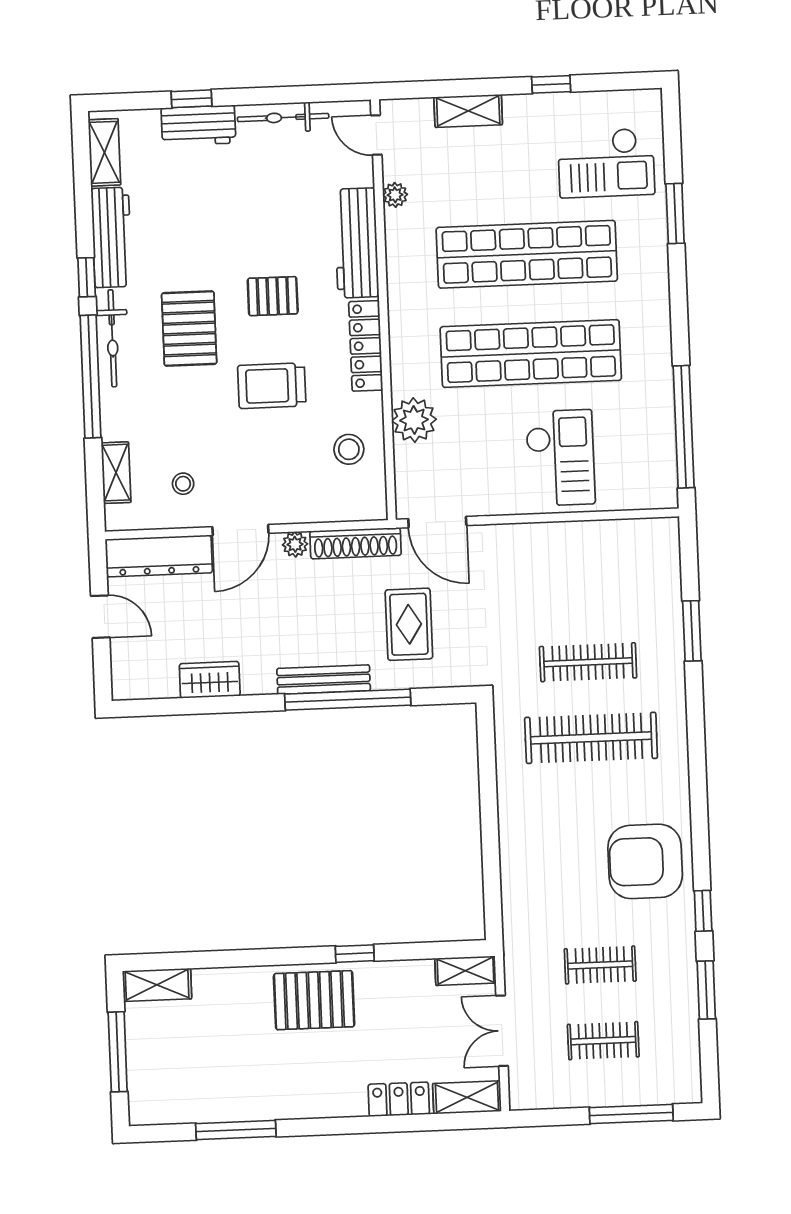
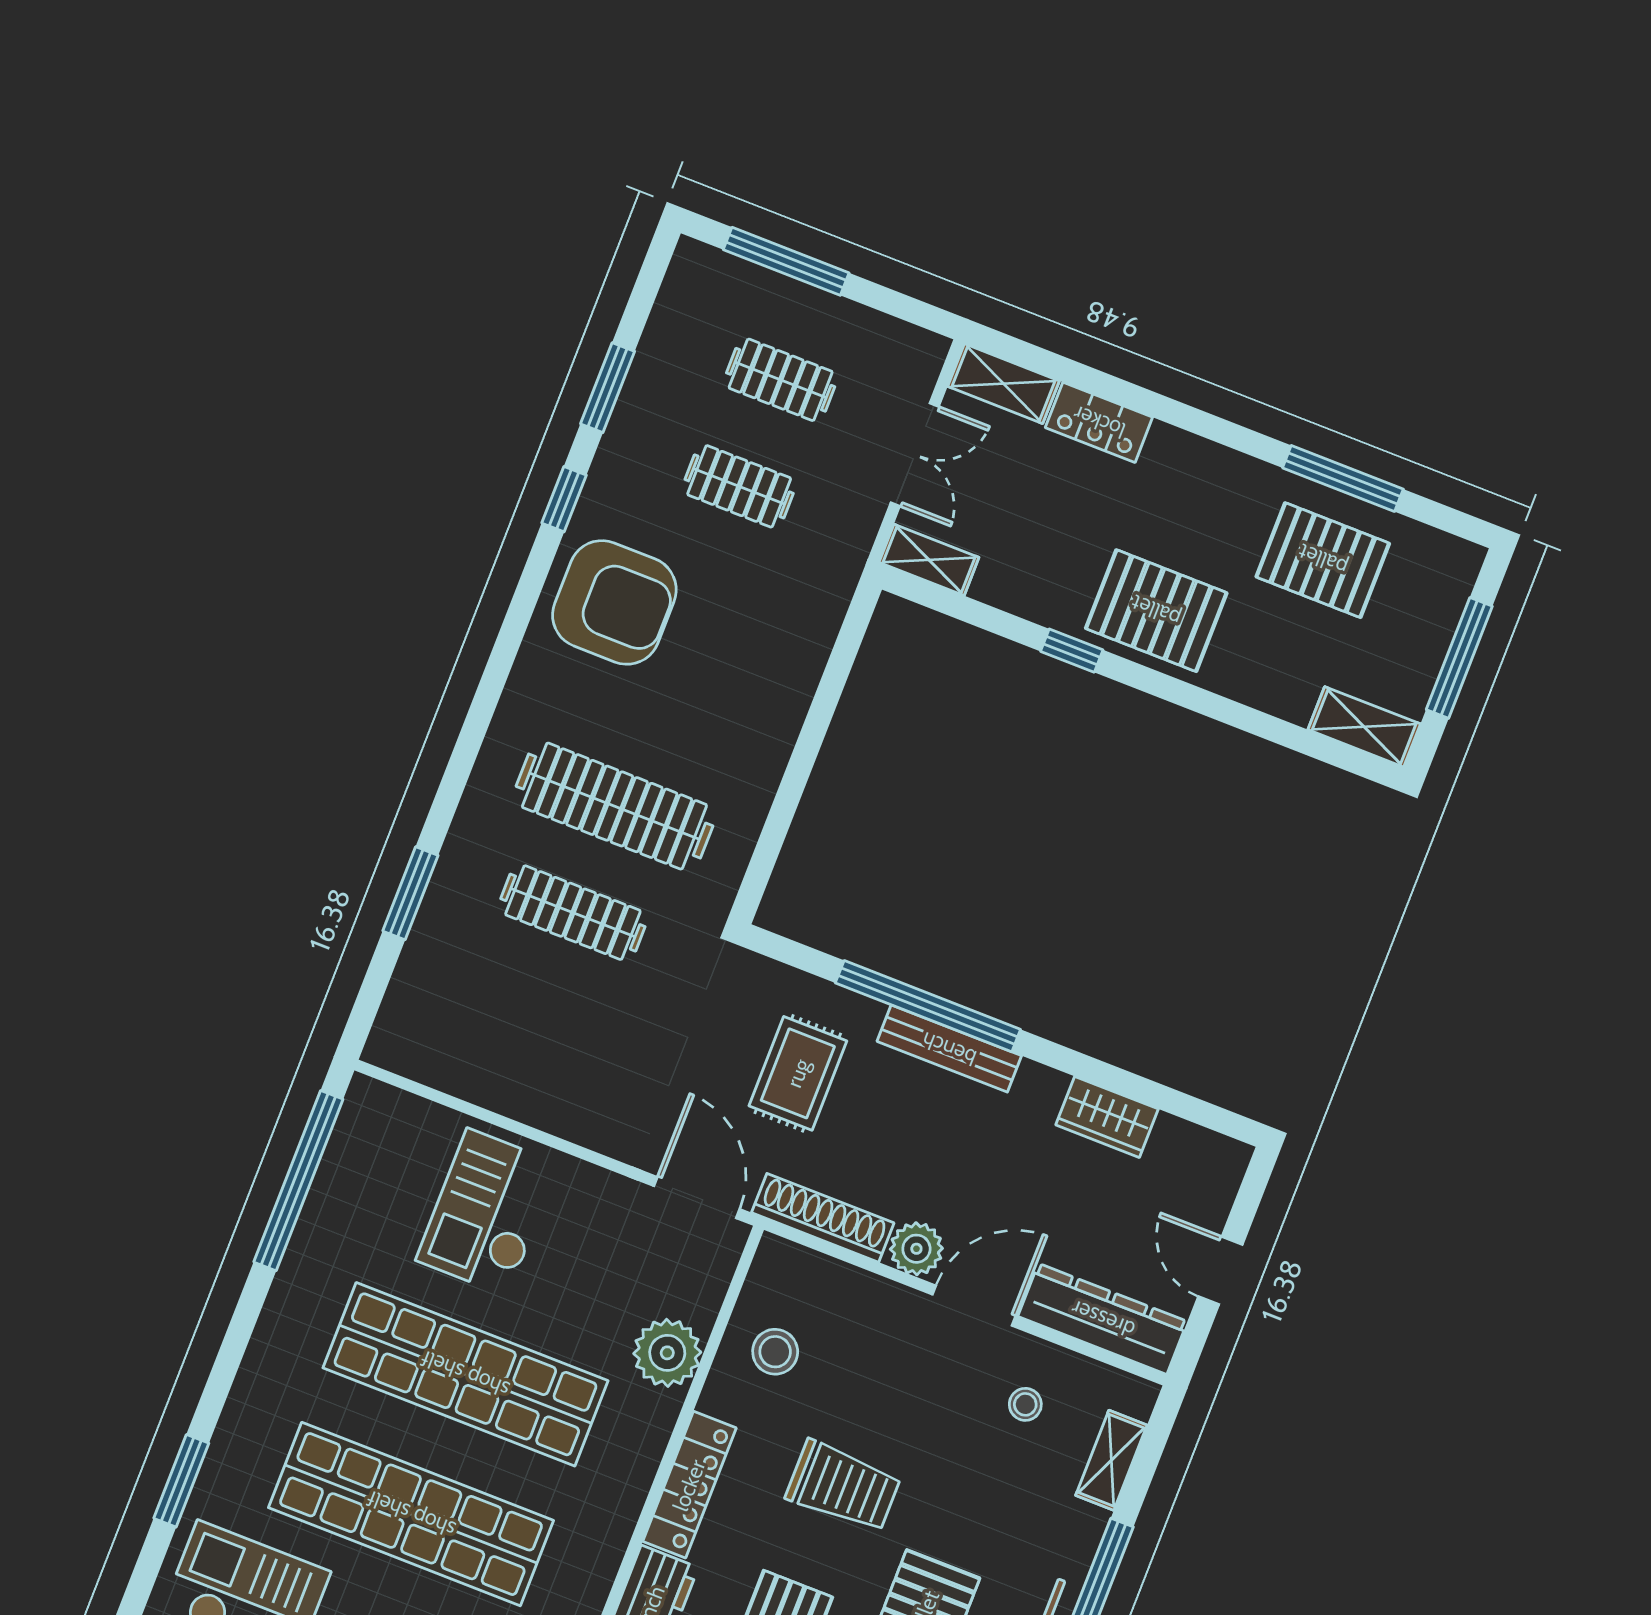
plant: (295, 544) -> (916, 1249), width x1.38, depth x1.38
pallet: (226, 1075) -> (1323, 560), added

